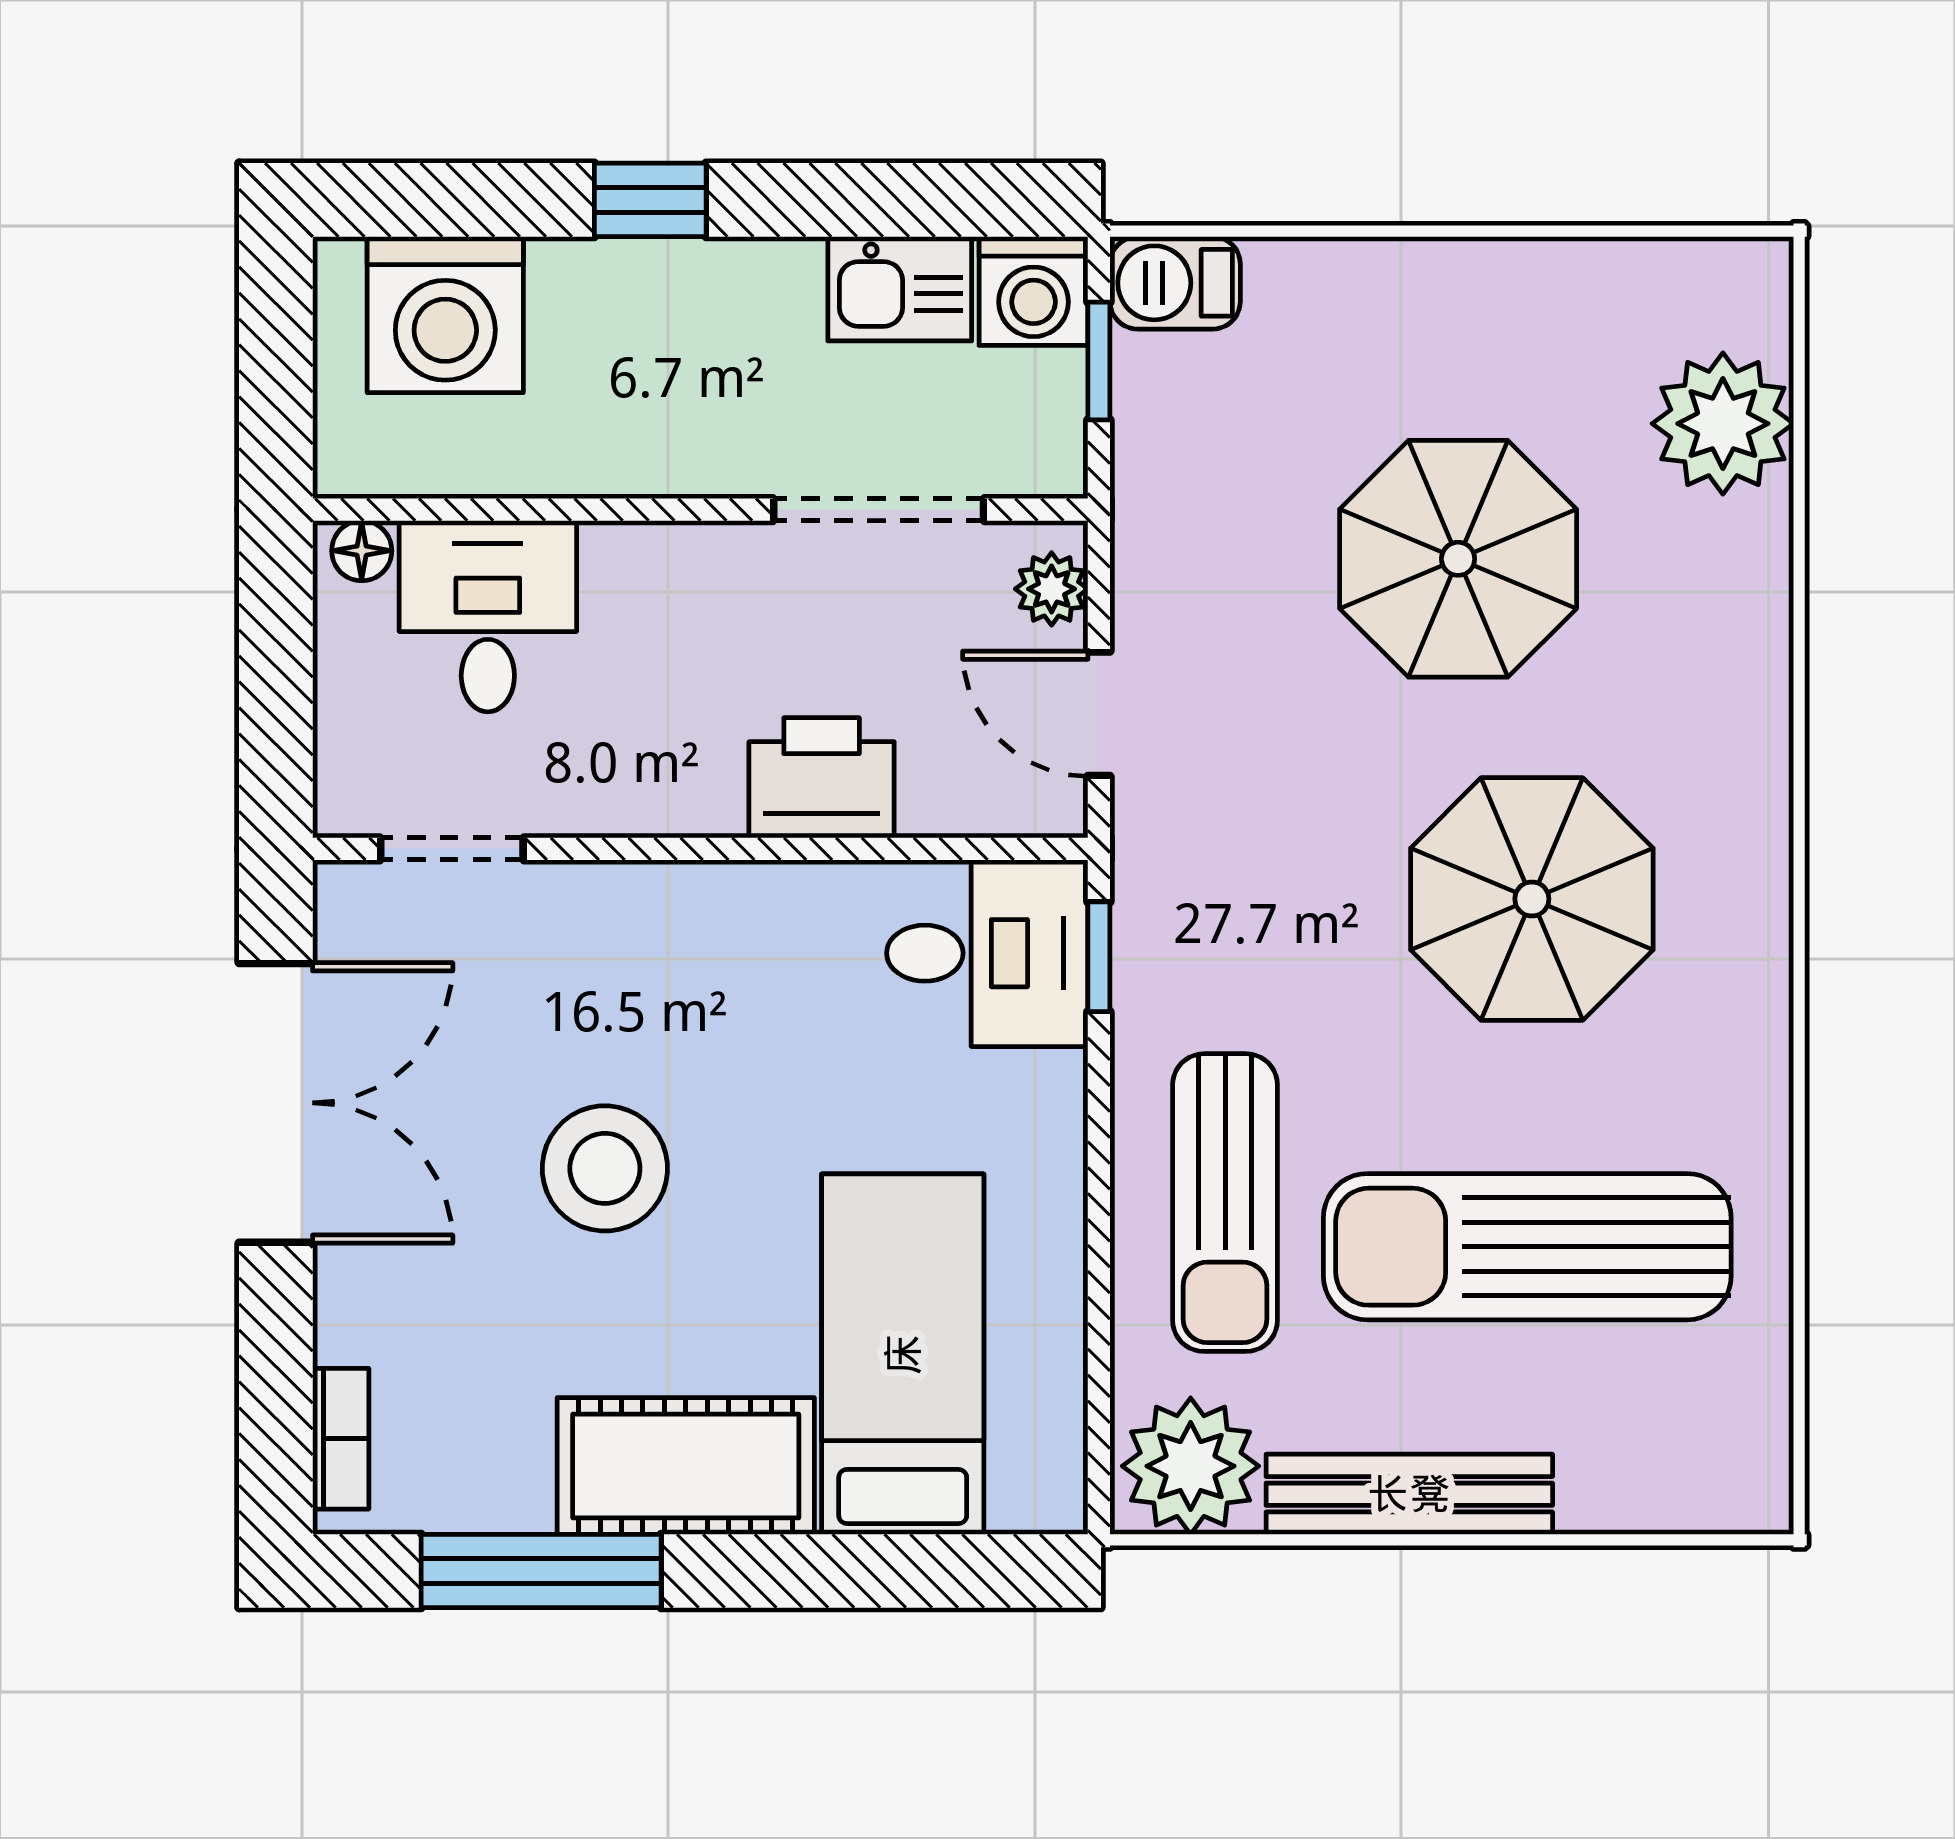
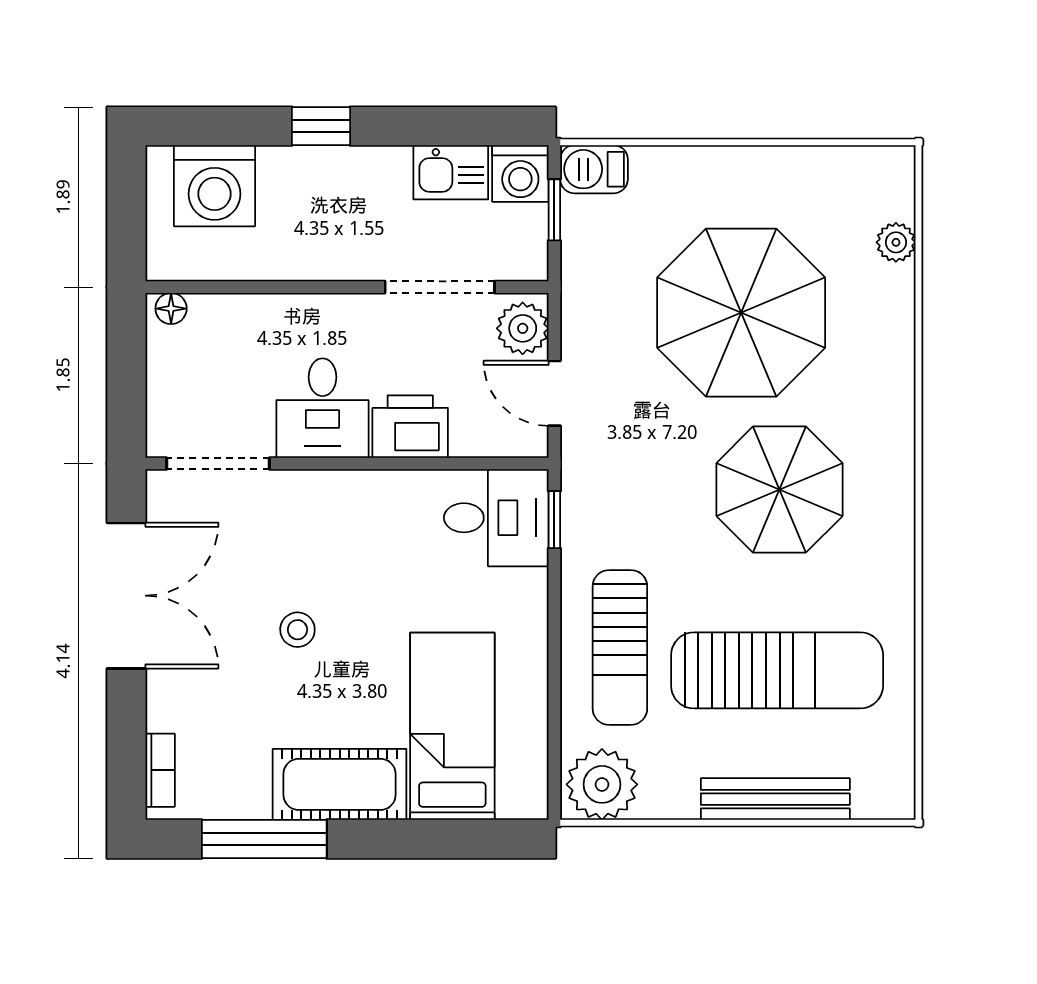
plant: (1723, 424) -> (896, 242), width x0.53, depth x0.53
parasol: (1458, 559) -> (741, 313), width x1.36, depth x1.36
plant: (1052, 589) -> (523, 328), width x1.38, depth x1.38
desk: (488, 616) -> (322, 408), moved, turned 180
doorway: (452, 849) -> (218, 463), width x1.38
stool: (605, 1168) -> (297, 630), width x0.53, depth x0.53
sun lounger: (1527, 1247) -> (777, 670), turned 180
bench: (1409, 1494) -> (775, 799), moved

